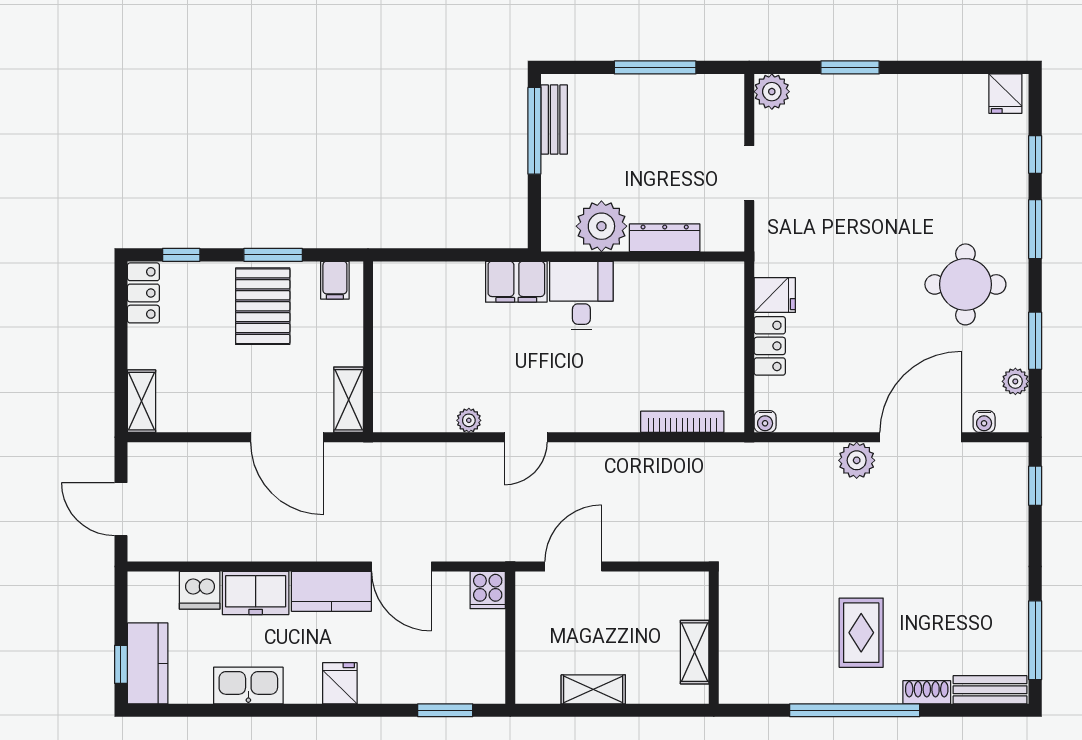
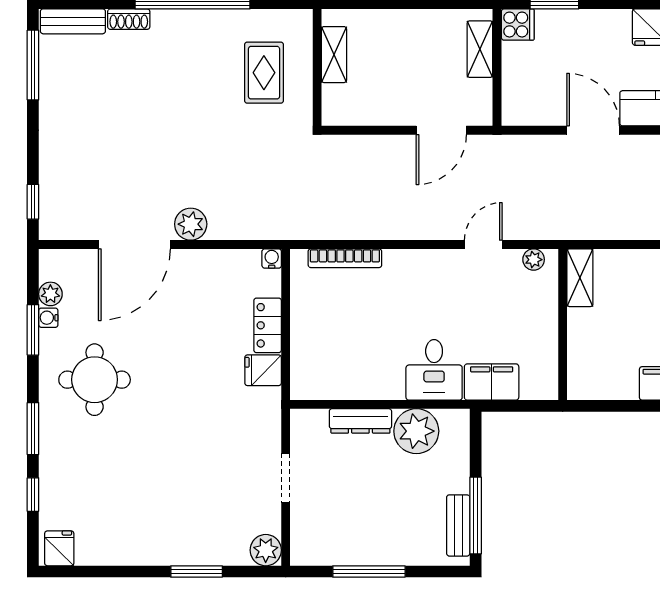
wall: (368, 347) -> (563, 324), moved
shelving: (349, 400) -> (580, 278), moved
water cooler: (984, 422) -> (48, 318), moved, turned -90
cooker: (488, 590) -> (518, 25), moved, turned 90
rug: (861, 633) -> (264, 73), moved
shelving: (593, 689) -> (480, 49), moved, turned 90

